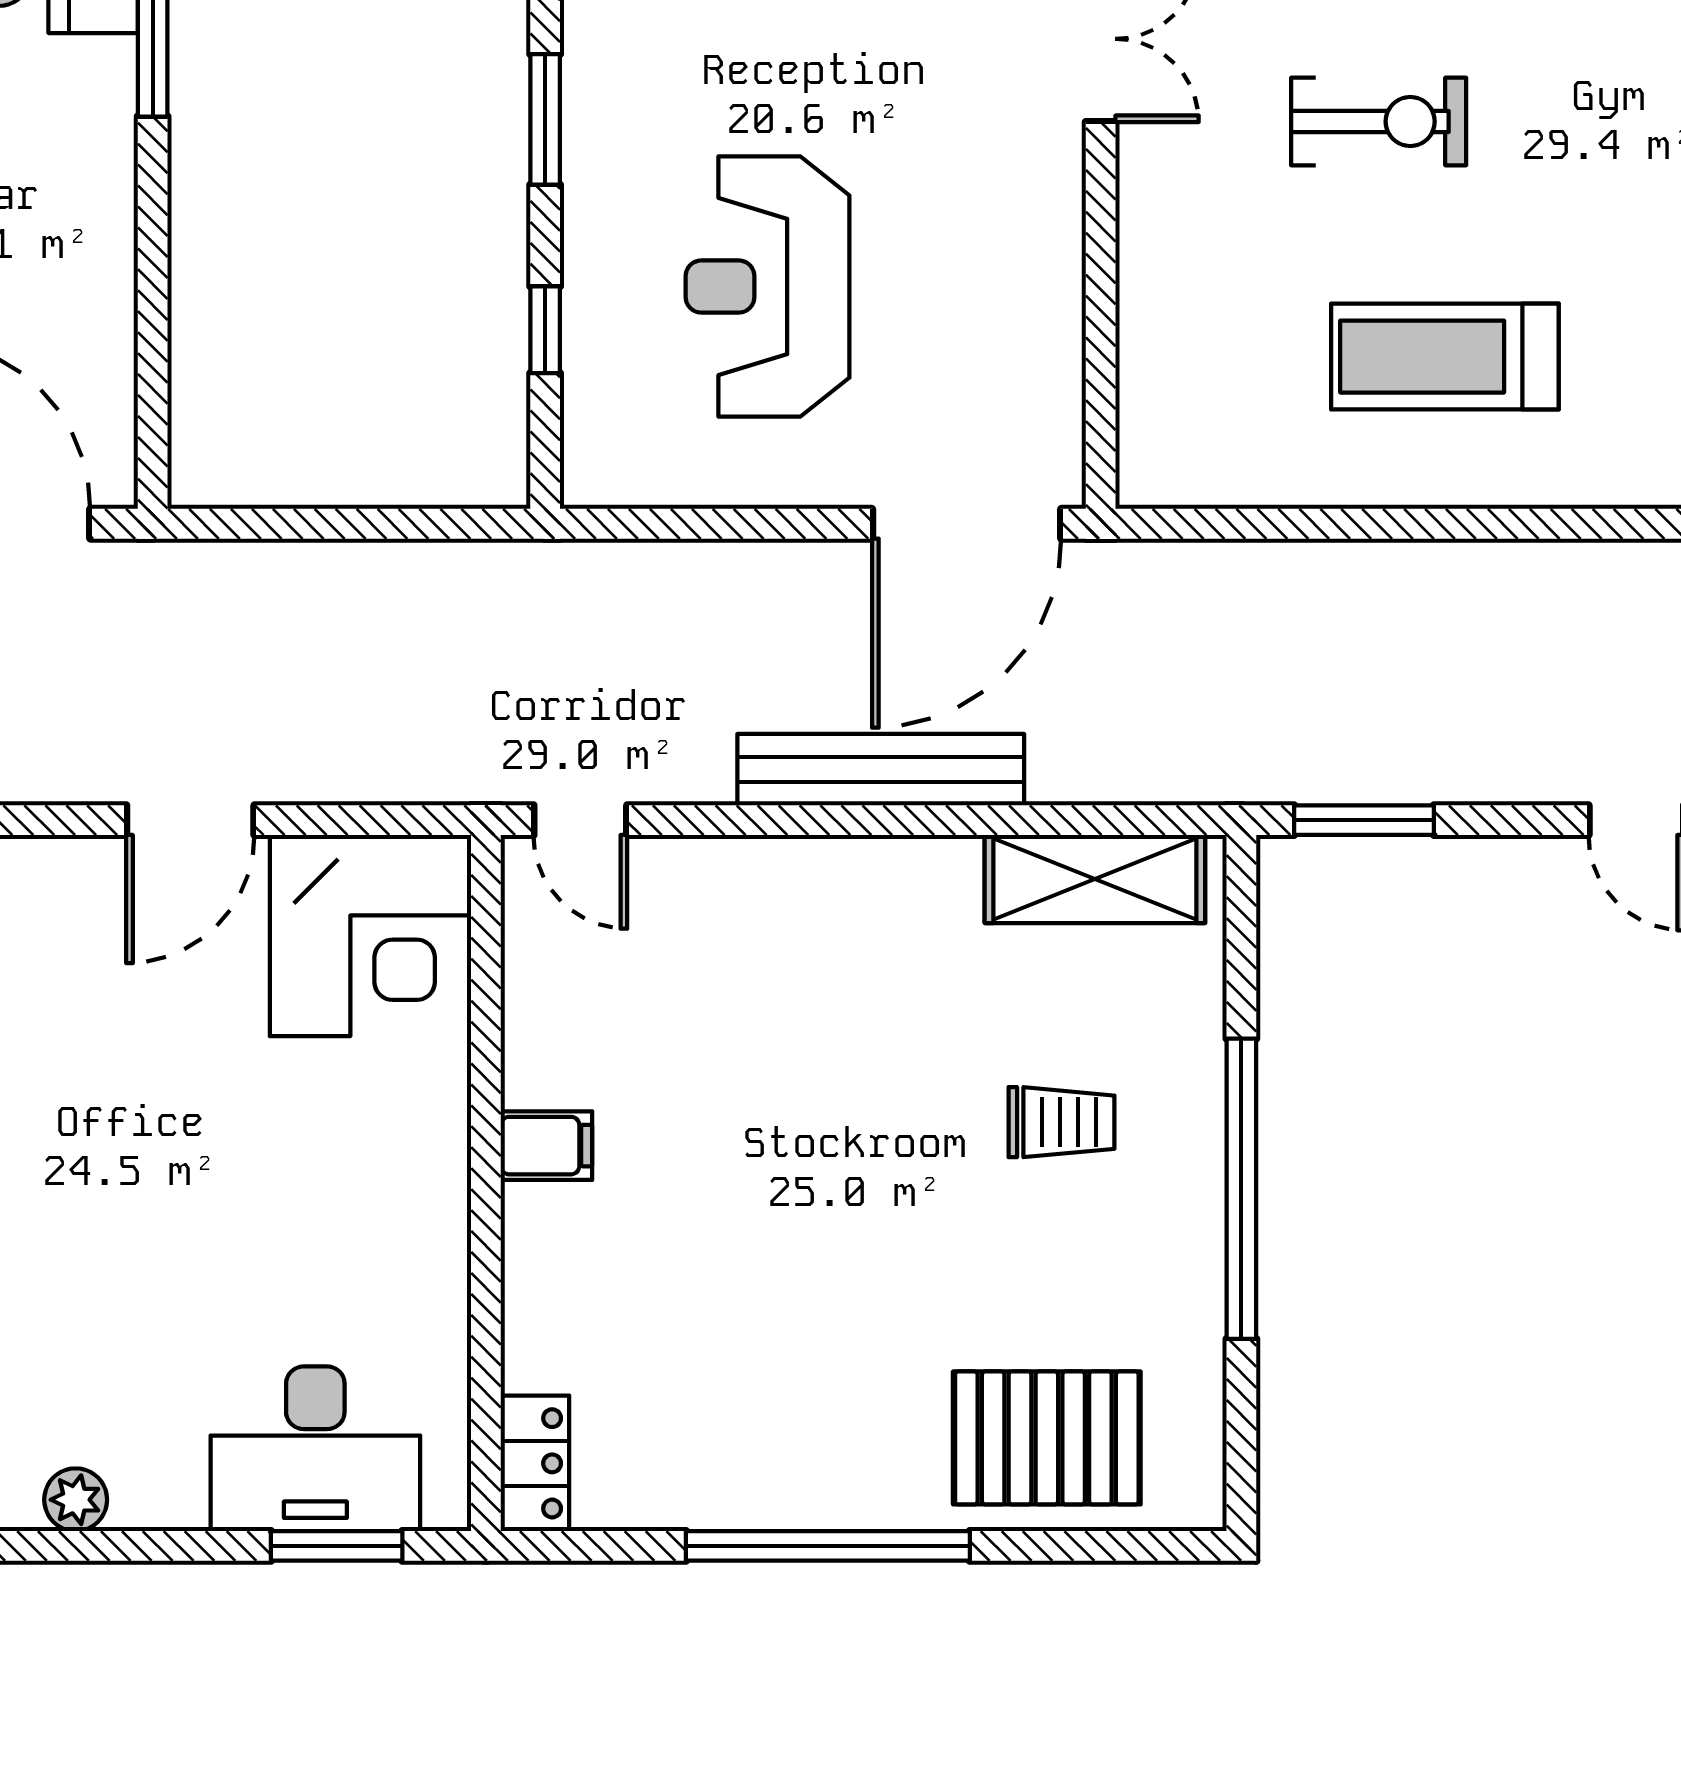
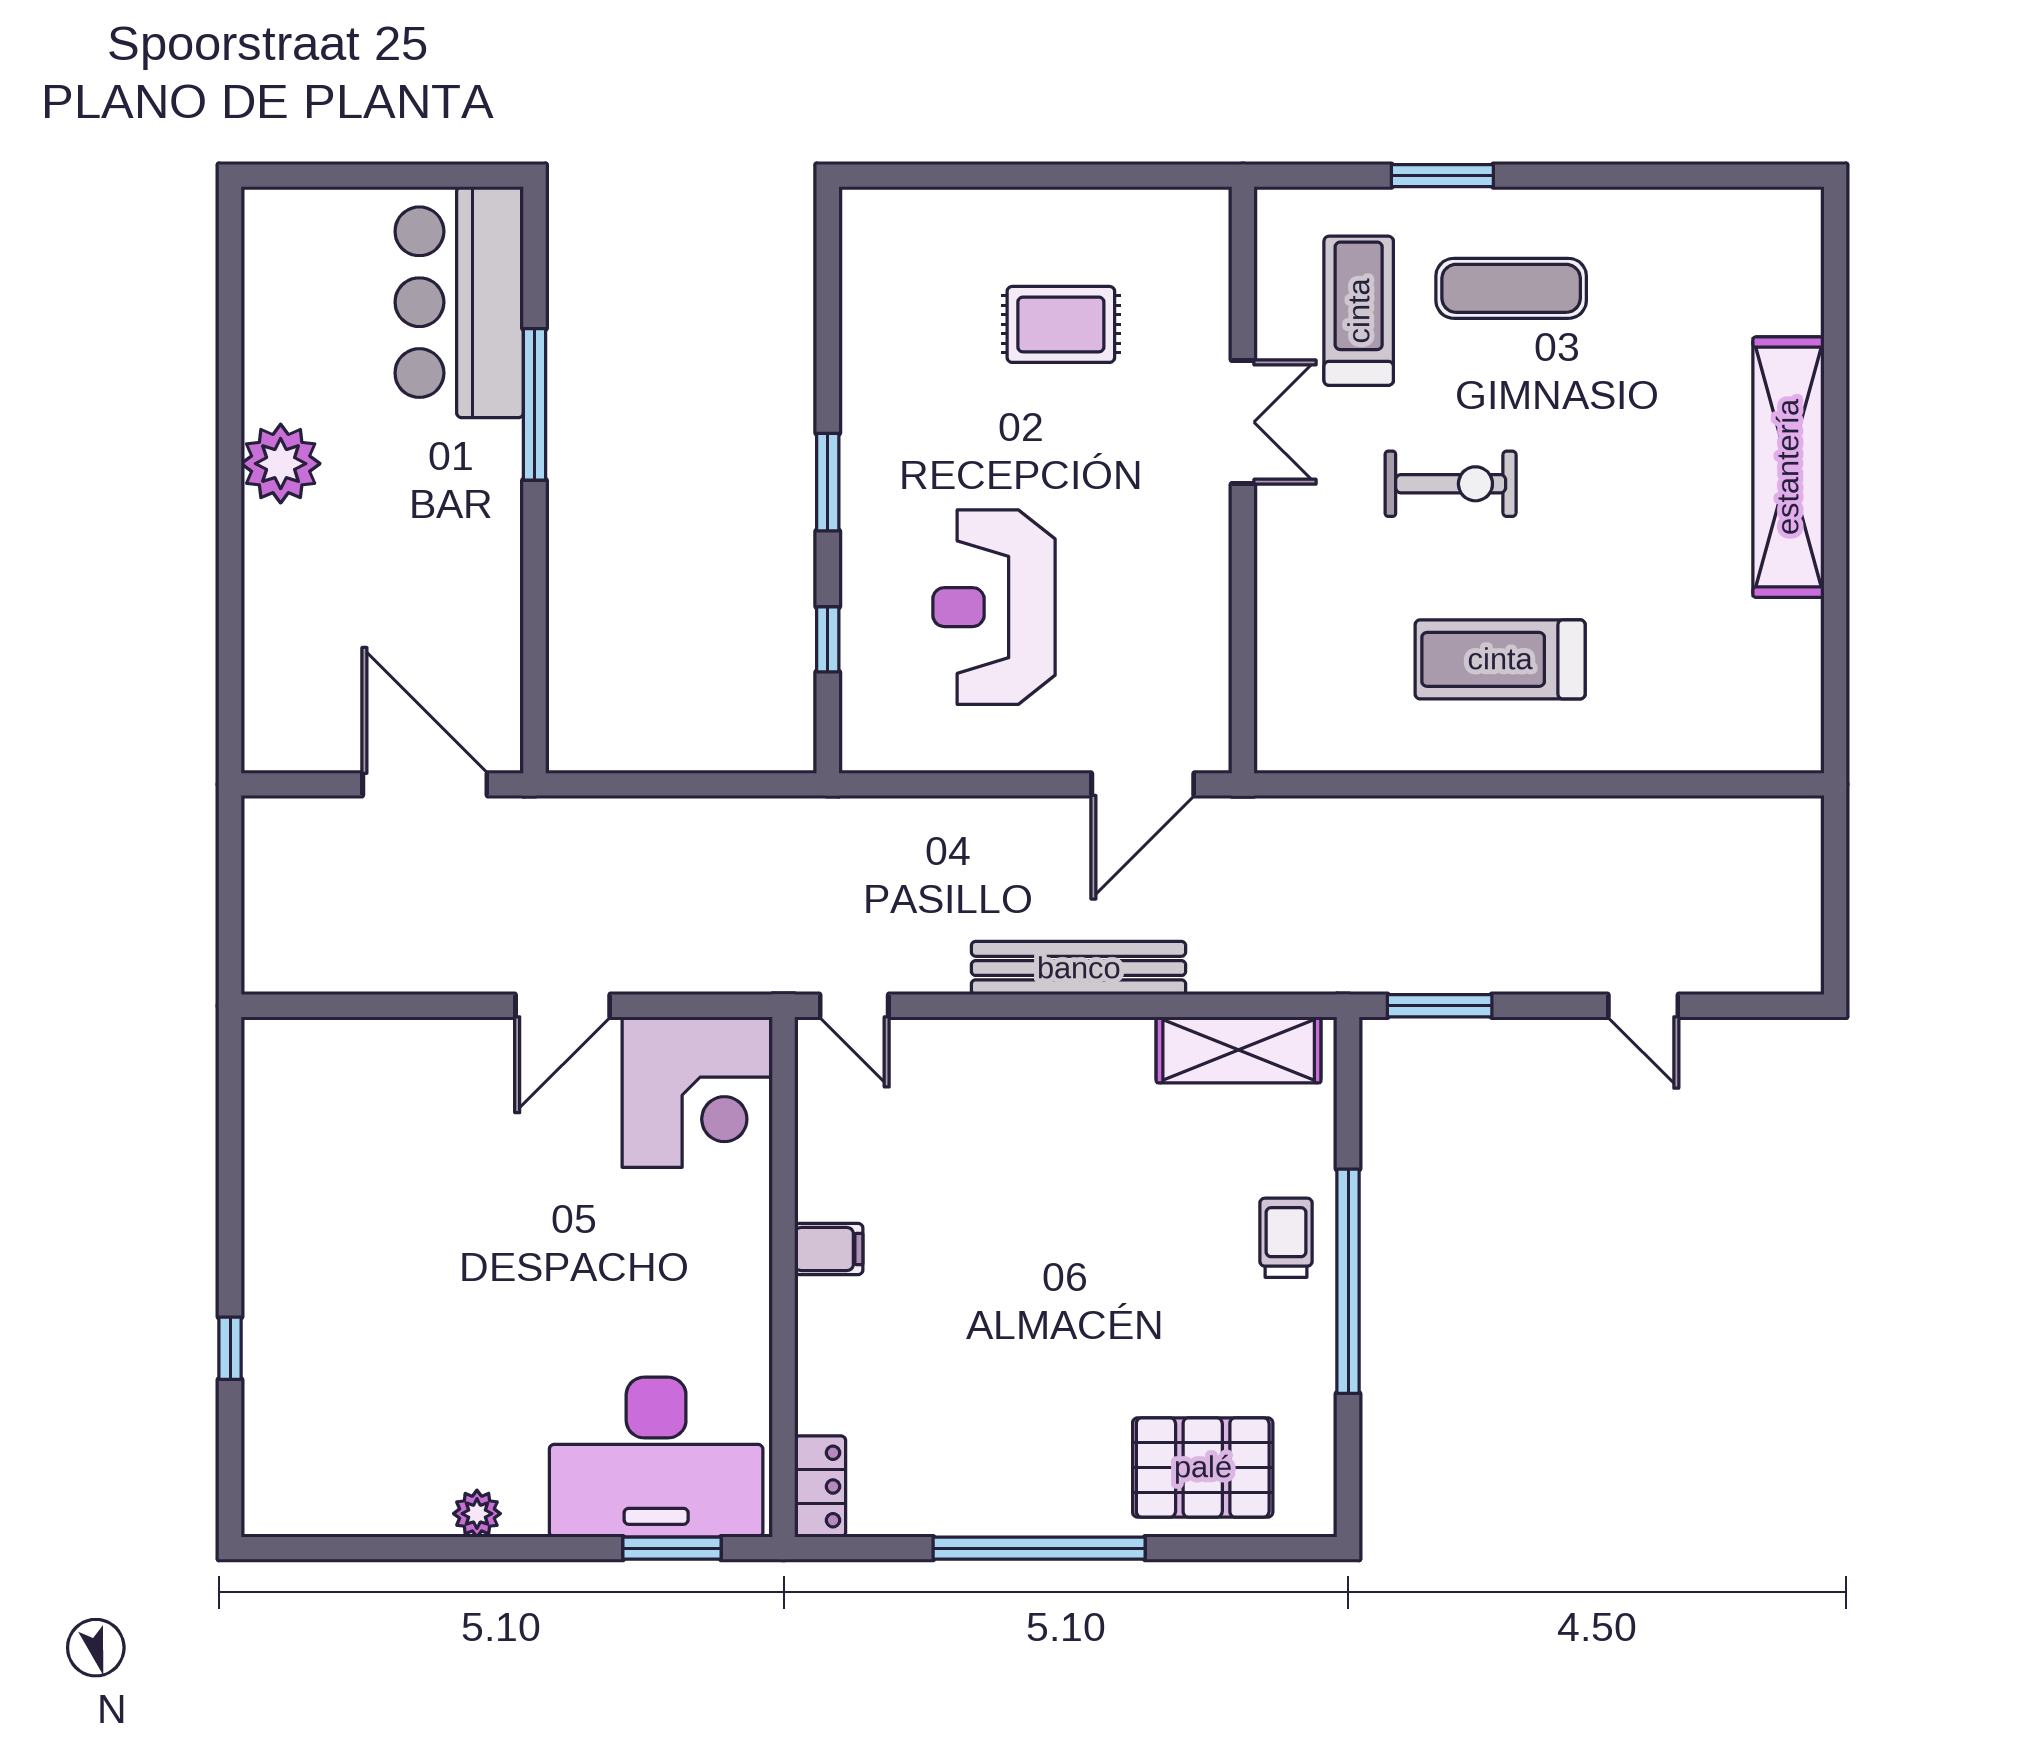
door: (967, 524) -> (1143, 784), width x0.73
trolley: (1062, 1122) -> (1286, 1238), moved, turned -90
desk: (315, 1449) -> (656, 1457), width x1.36, depth x1.30

